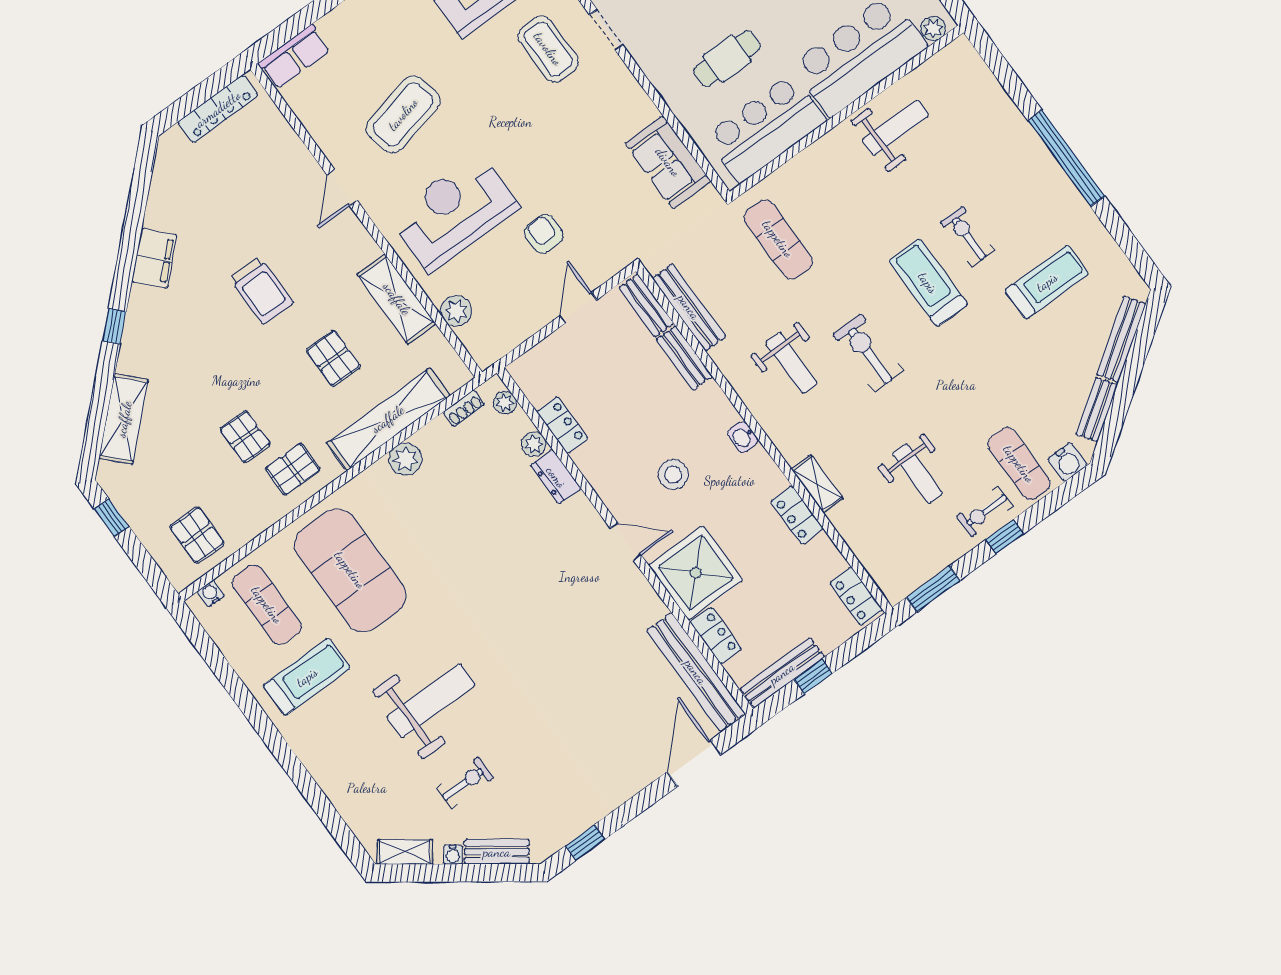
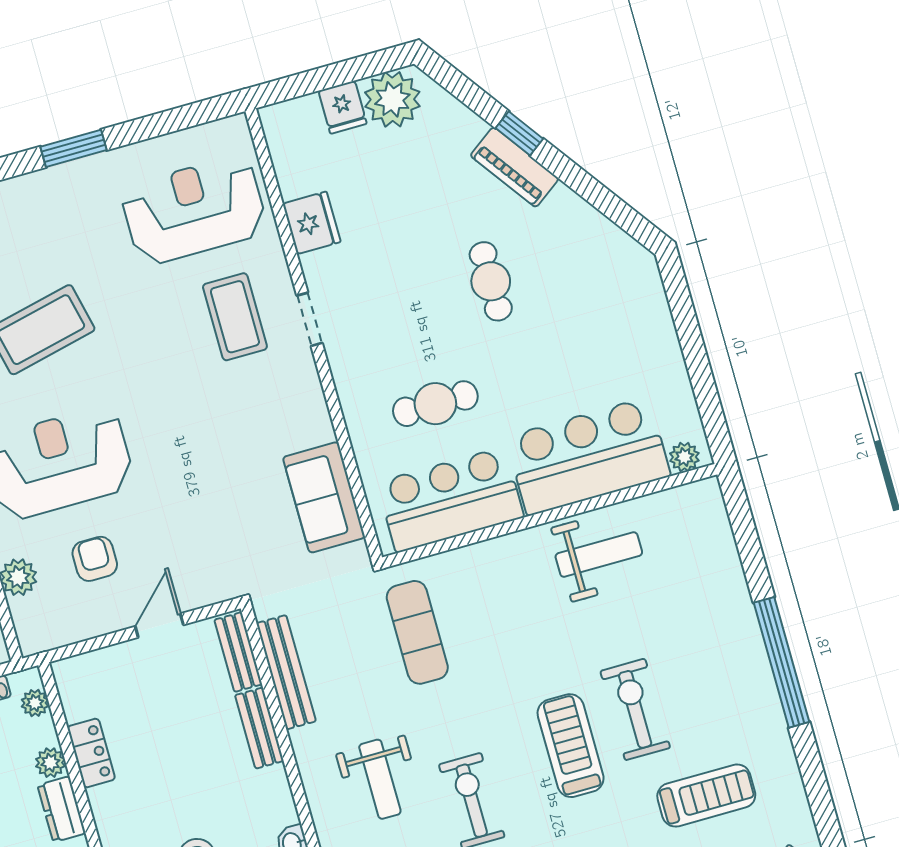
armchair: (544, 234) -> (95, 559), moved
exercise bike: (967, 236) -> (635, 709), width x1.38, depth x1.39

